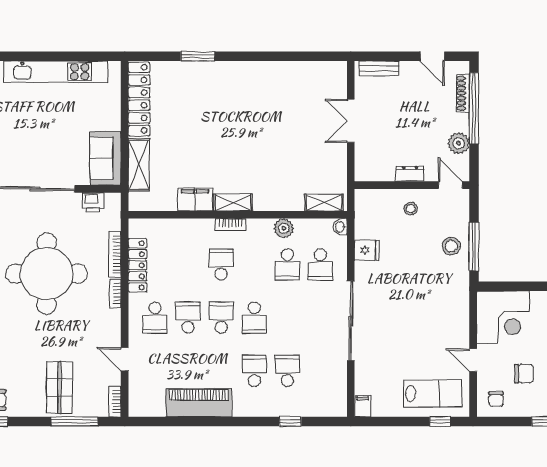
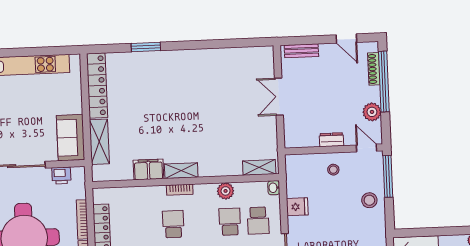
window: (474, 246) -> (388, 176), moved
school desk: (287, 264) -> (230, 222), turned 180

